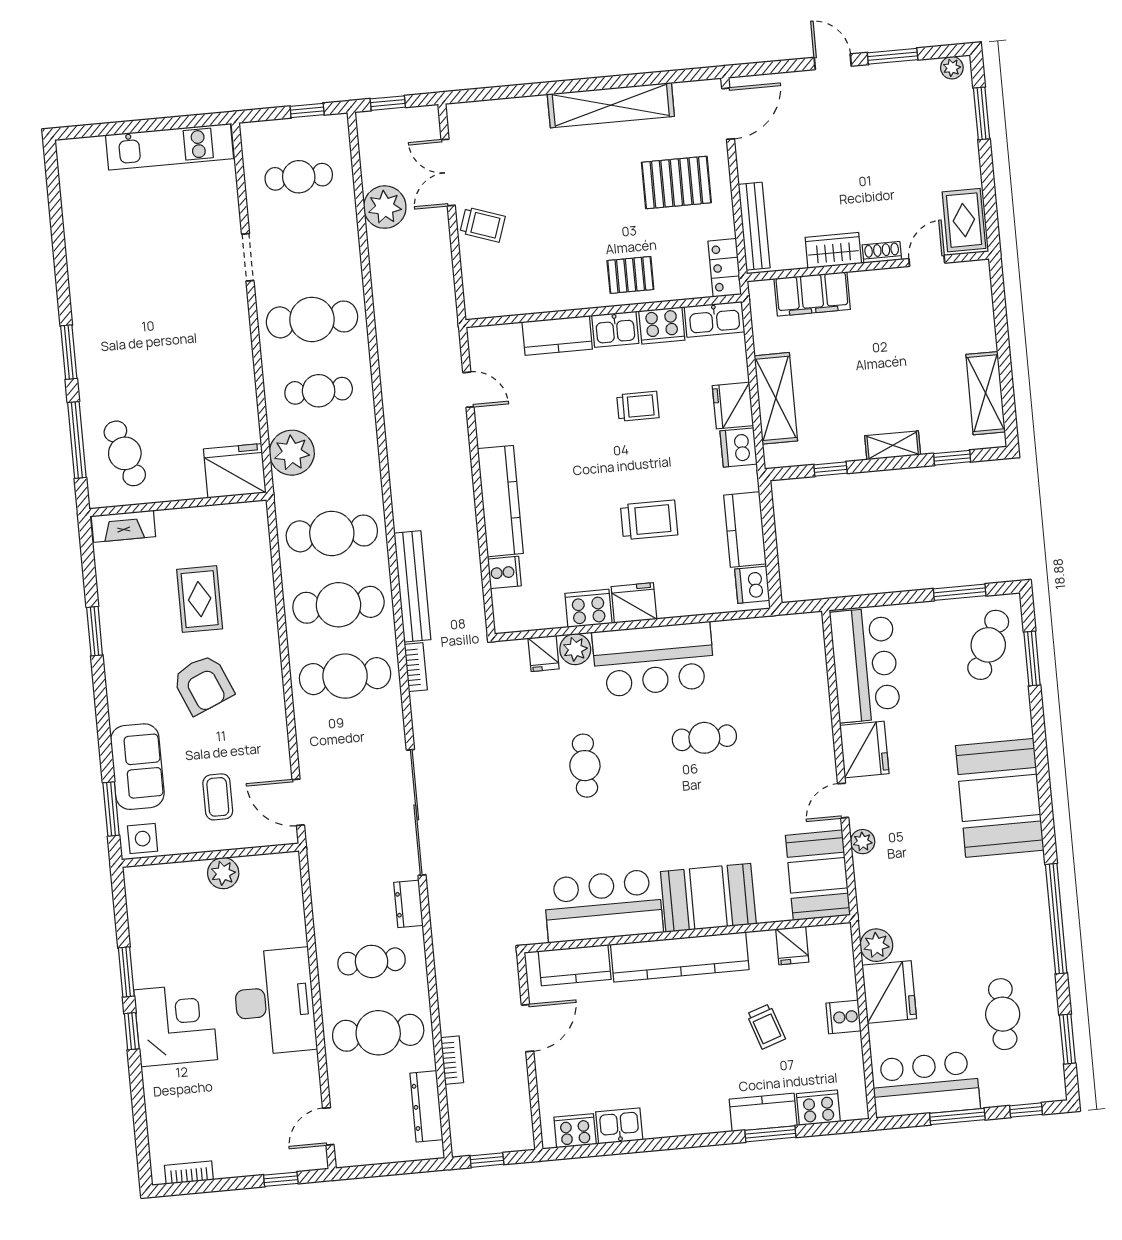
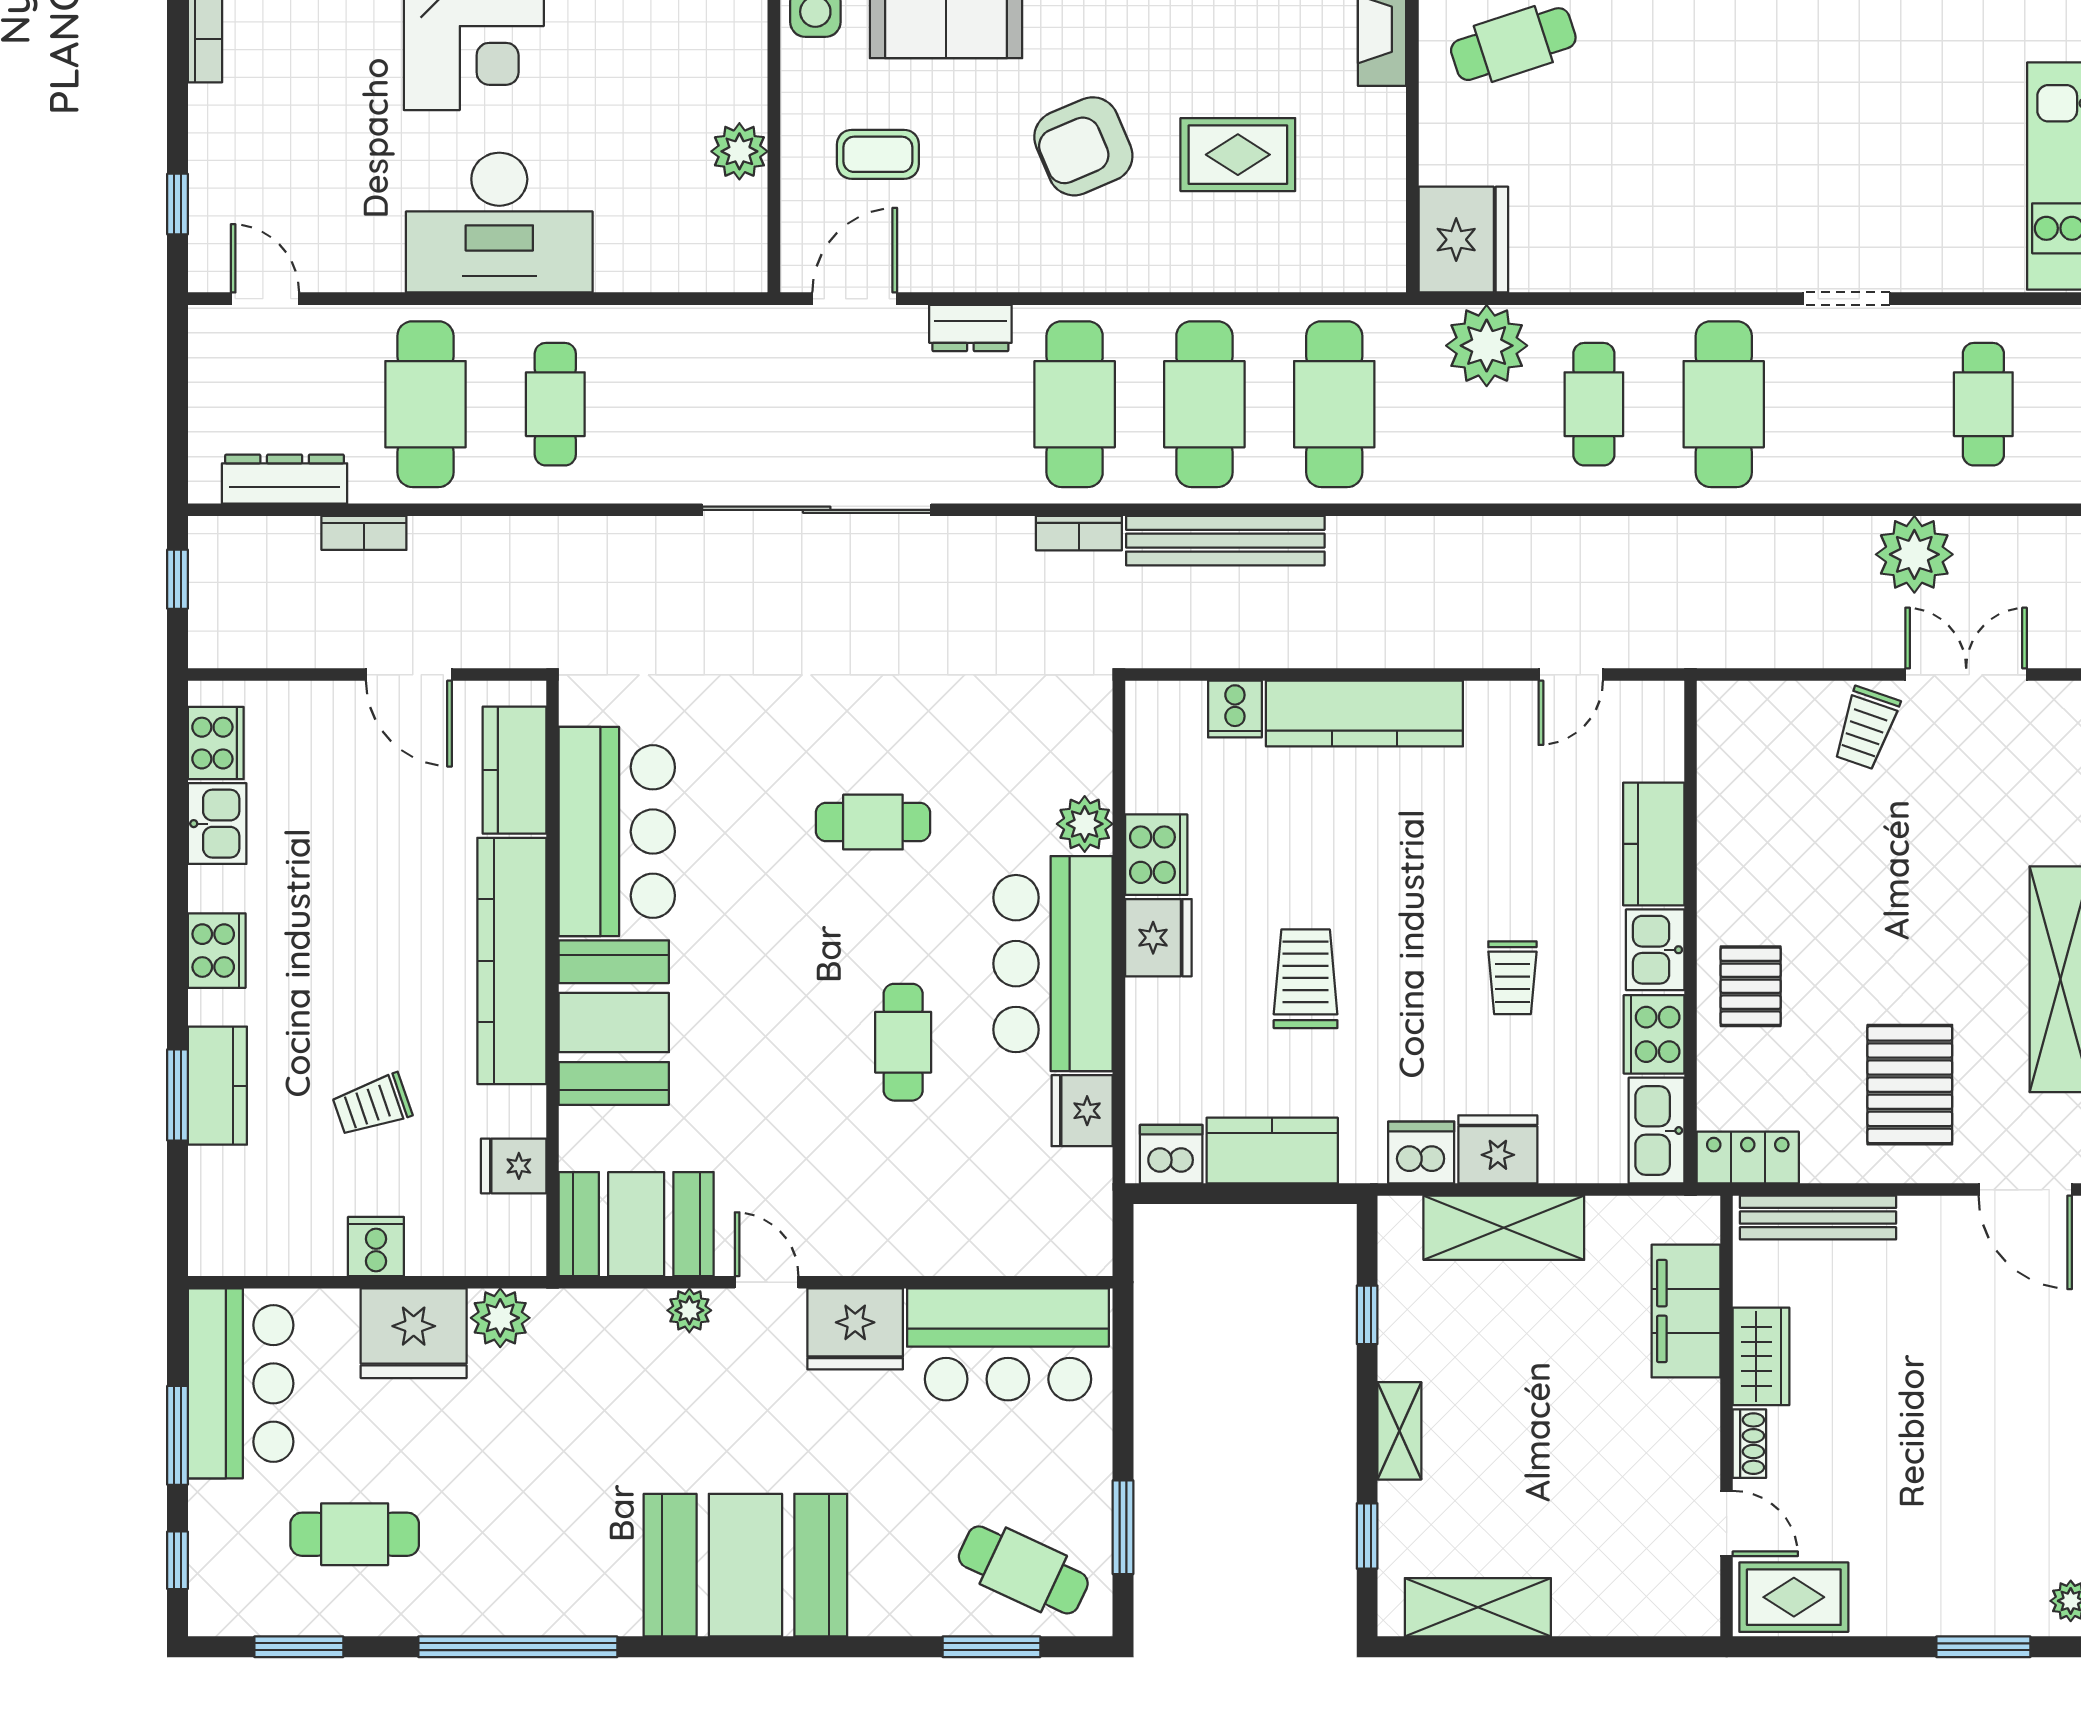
trolley: (649, 520) -> (1306, 979), turned 180
fridge: (544, 653) -> (1082, 1111), moved, width x1.38
dresser: (408, 904) -> (970, 328), moved, turned 180
cooker: (818, 1108) -> (217, 951), moved

